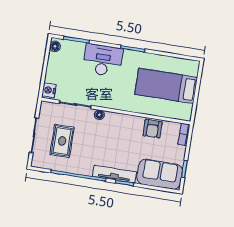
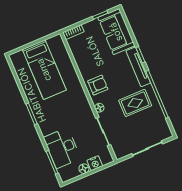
floor lamp: (55, 46) -> (84, 169), moved
desk: (103, 60) -> (62, 148), moved
nightstand: (49, 90) -> (95, 163), moved
armchair: (153, 129) -> (98, 85), moved
rug: (62, 141) -> (135, 103), moved

